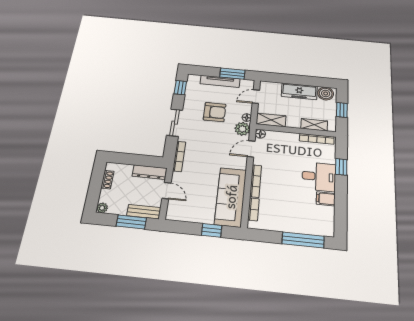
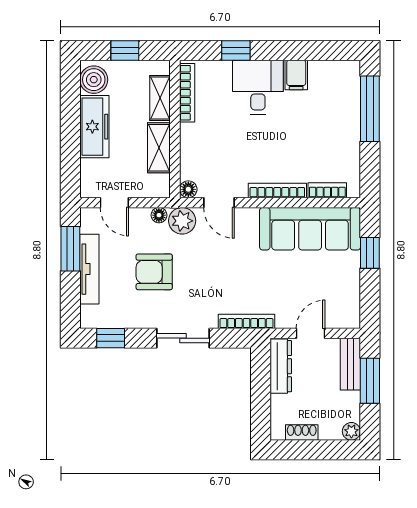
armchair: (215, 112) -> (154, 272), turned -90
shelving: (271, 120) -> (159, 148), moved

